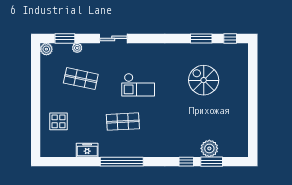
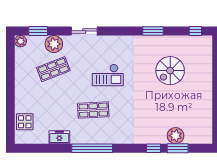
window: (201, 38) -> (153, 31), moved
plant: (77, 48) -> (54, 44), width x1.88, depth x1.88
shop shelf: (81, 79) -> (53, 69), turned -33
spiral stairs: (204, 80) -> (170, 71), turned -90
display table: (59, 121) -> (25, 122), moved

